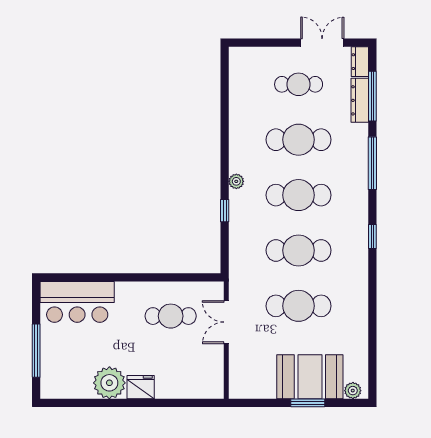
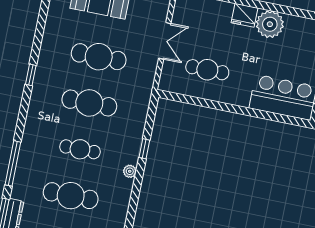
cafe table: (299, 195) -> (80, 149), width x0.73, depth x0.74
window: (372, 236) -> (31, 75), moved
double door: (226, 322) -> (165, 41), moved

